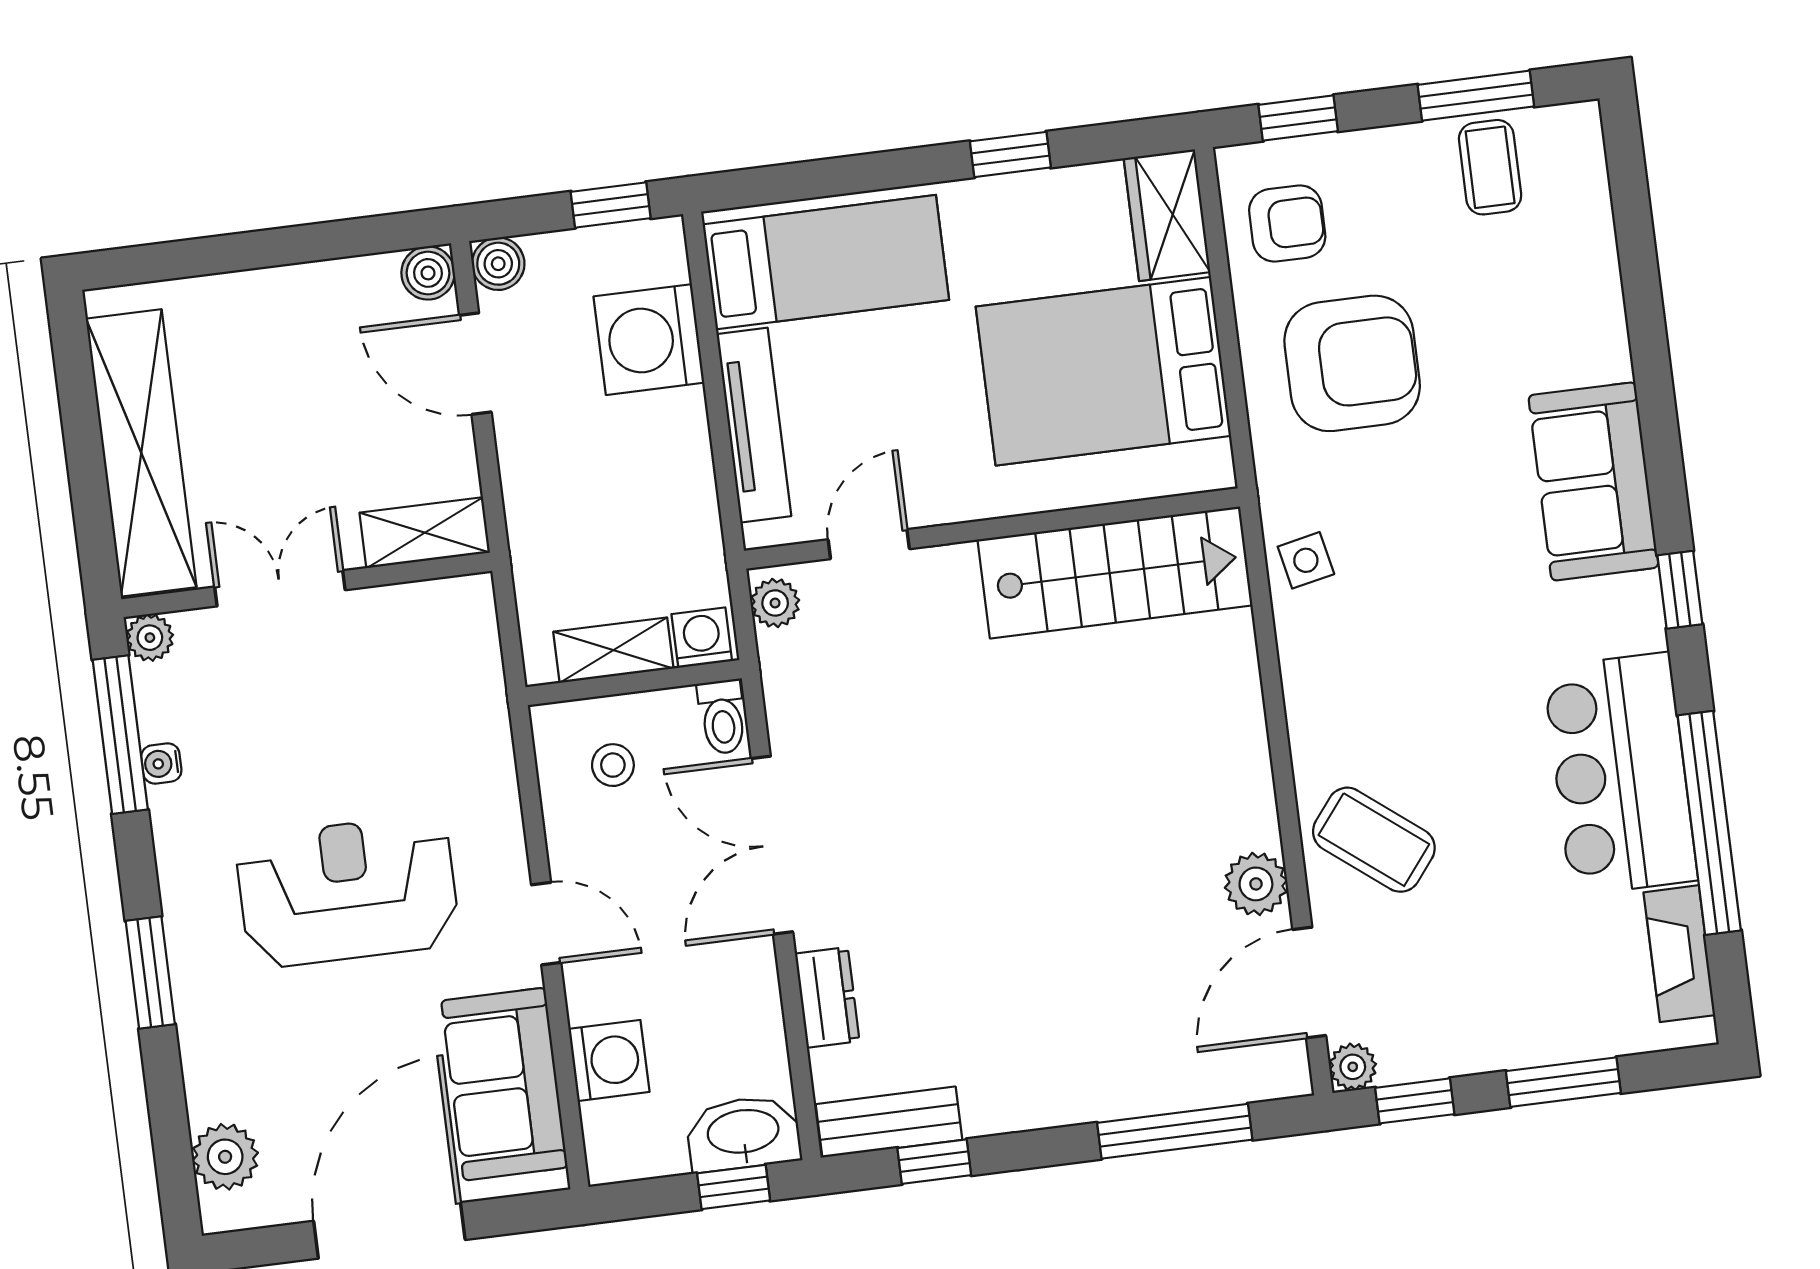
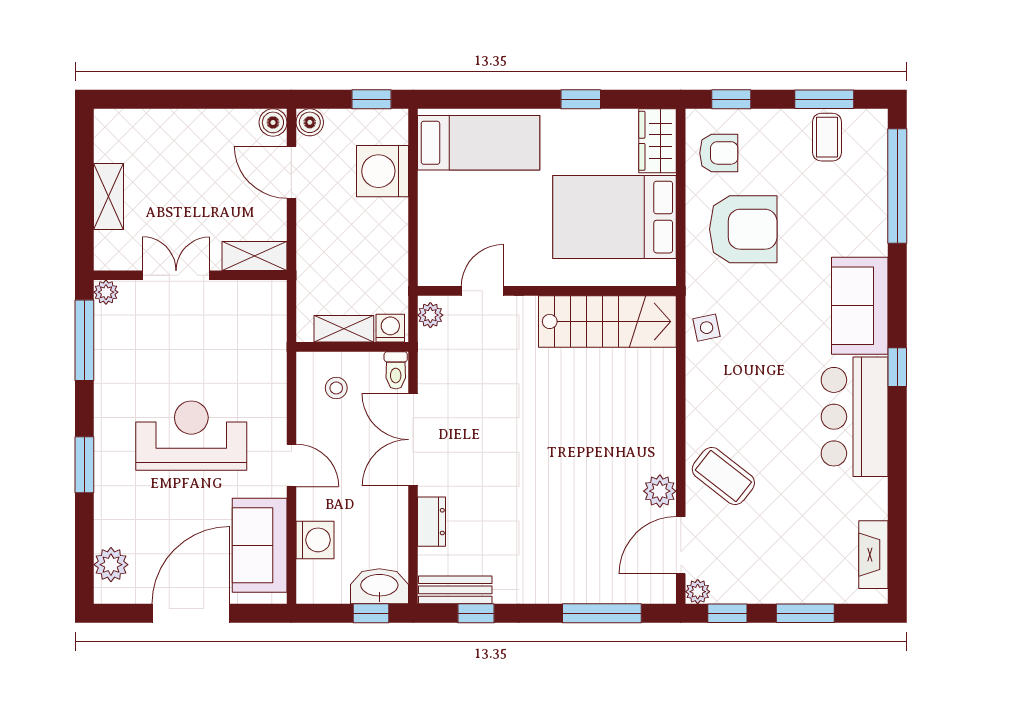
tv unit: (754, 425) -> (431, 222), removed
shelving: (141, 453) -> (109, 196), width x0.45, depth x0.75
water cooler: (161, 763) -> (104, 358), removed
bar counter: (1620, 774) -> (855, 417), moved
window: (1709, 823) -> (897, 186), moved

